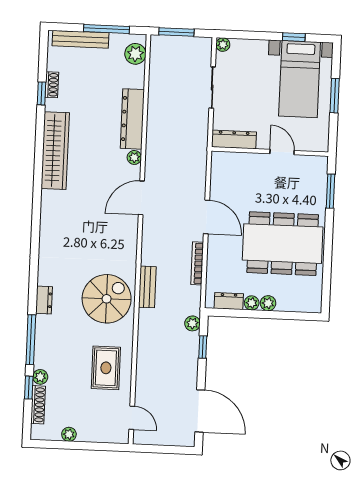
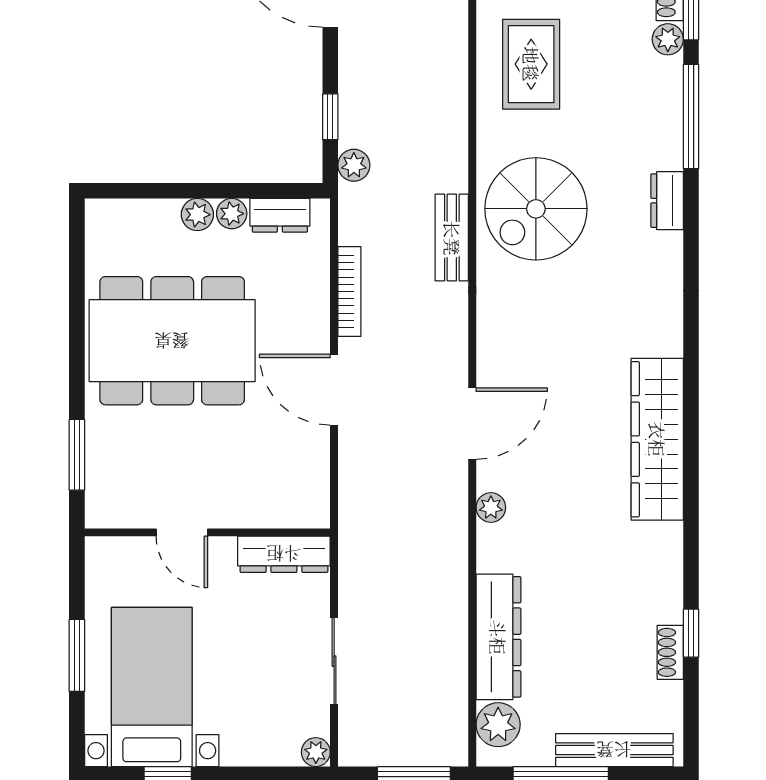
dresser: (132, 119) -> (498, 637), moved
wardrobe: (55, 151) -> (657, 439), moved

